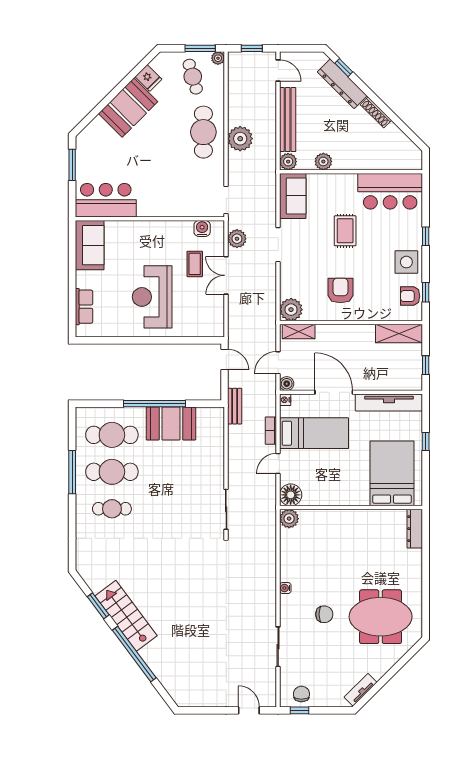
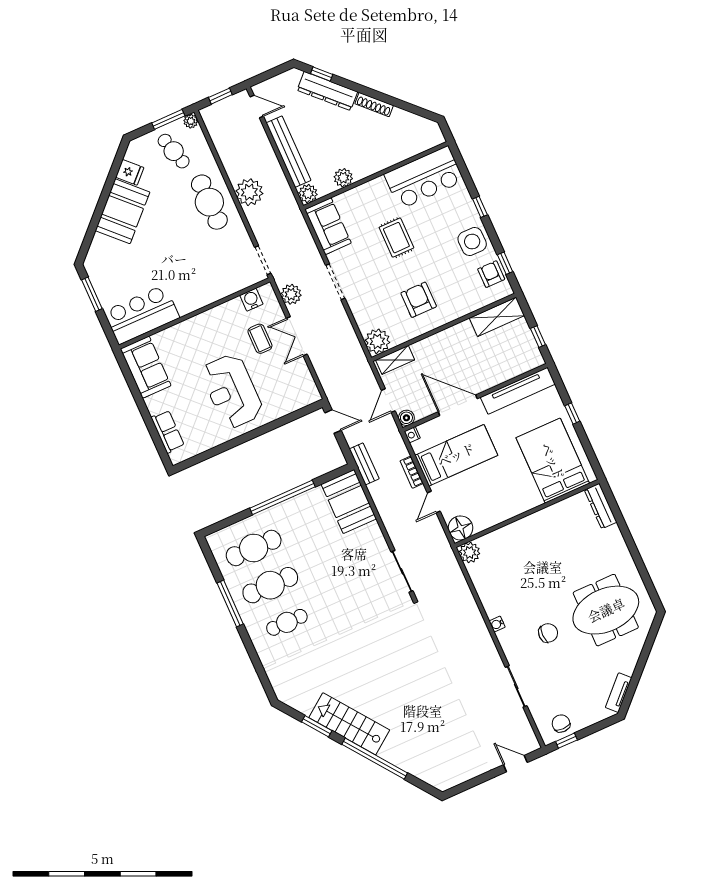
armchair: (410, 296) -> (491, 274), turned 90
booth: (171, 423) -> (349, 501), moved, turned 90

